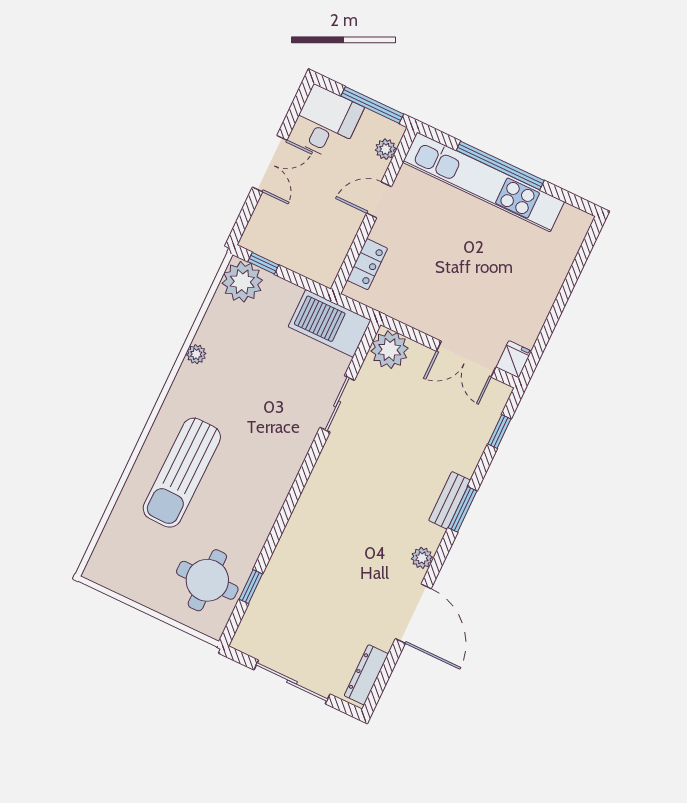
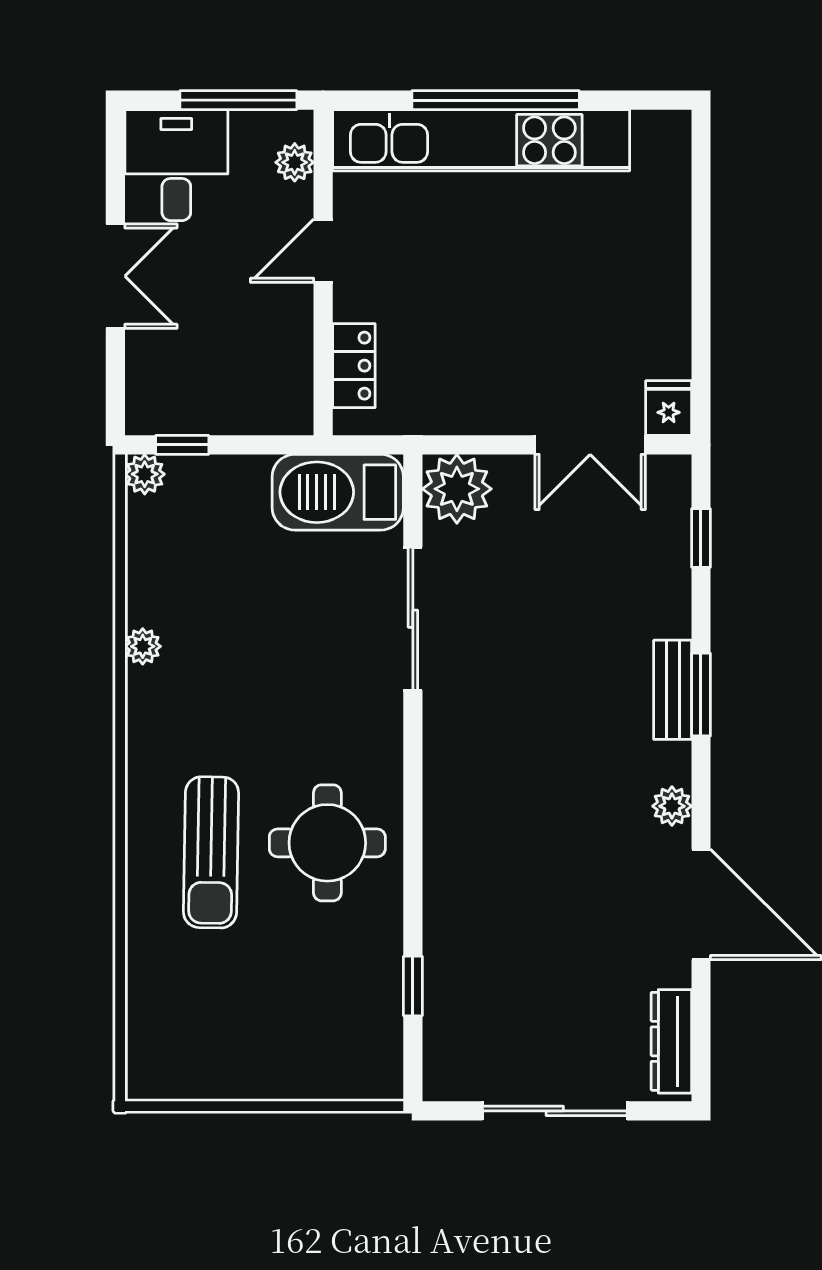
plant: (242, 282) -> (145, 474), width x0.53, depth x0.53
sliding door: (337, 404) -> (413, 619), width x1.37
sun lounger: (182, 473) -> (211, 852), width x0.73, depth x0.75
round table: (207, 580) -> (327, 843), moved

